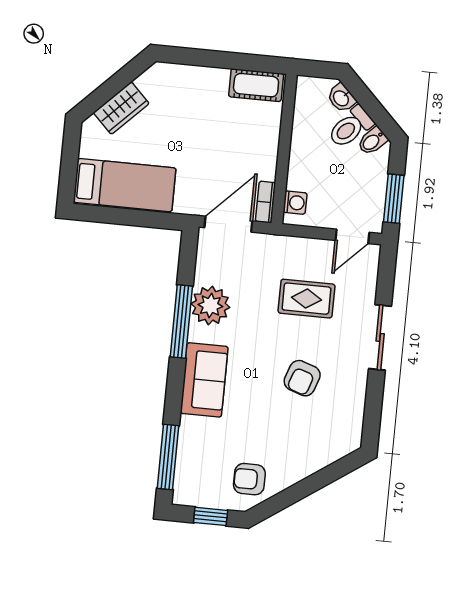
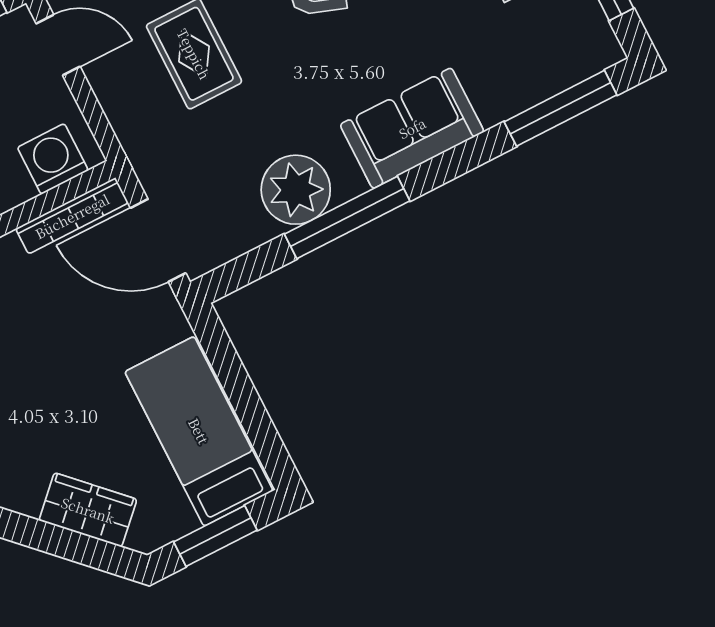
window: (70, 161) -> (215, 536), added
bookcase: (265, 202) -> (72, 216), width x1.56
washing machine: (295, 203) -> (53, 159), width x1.38, depth x1.38

